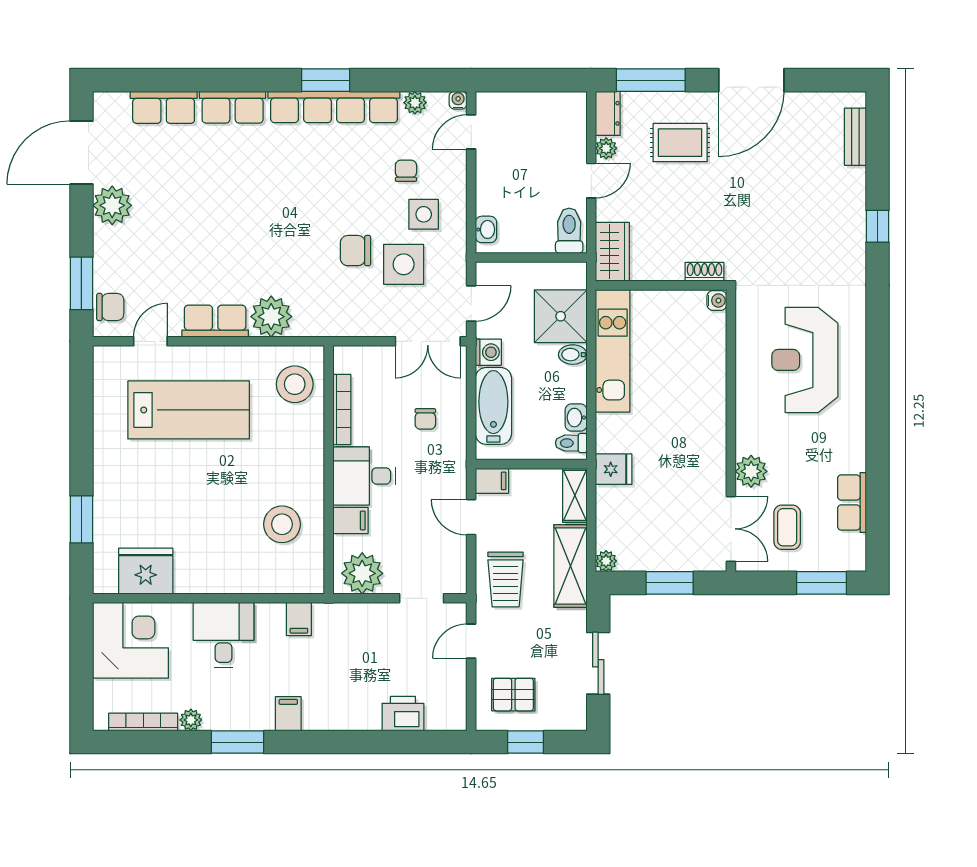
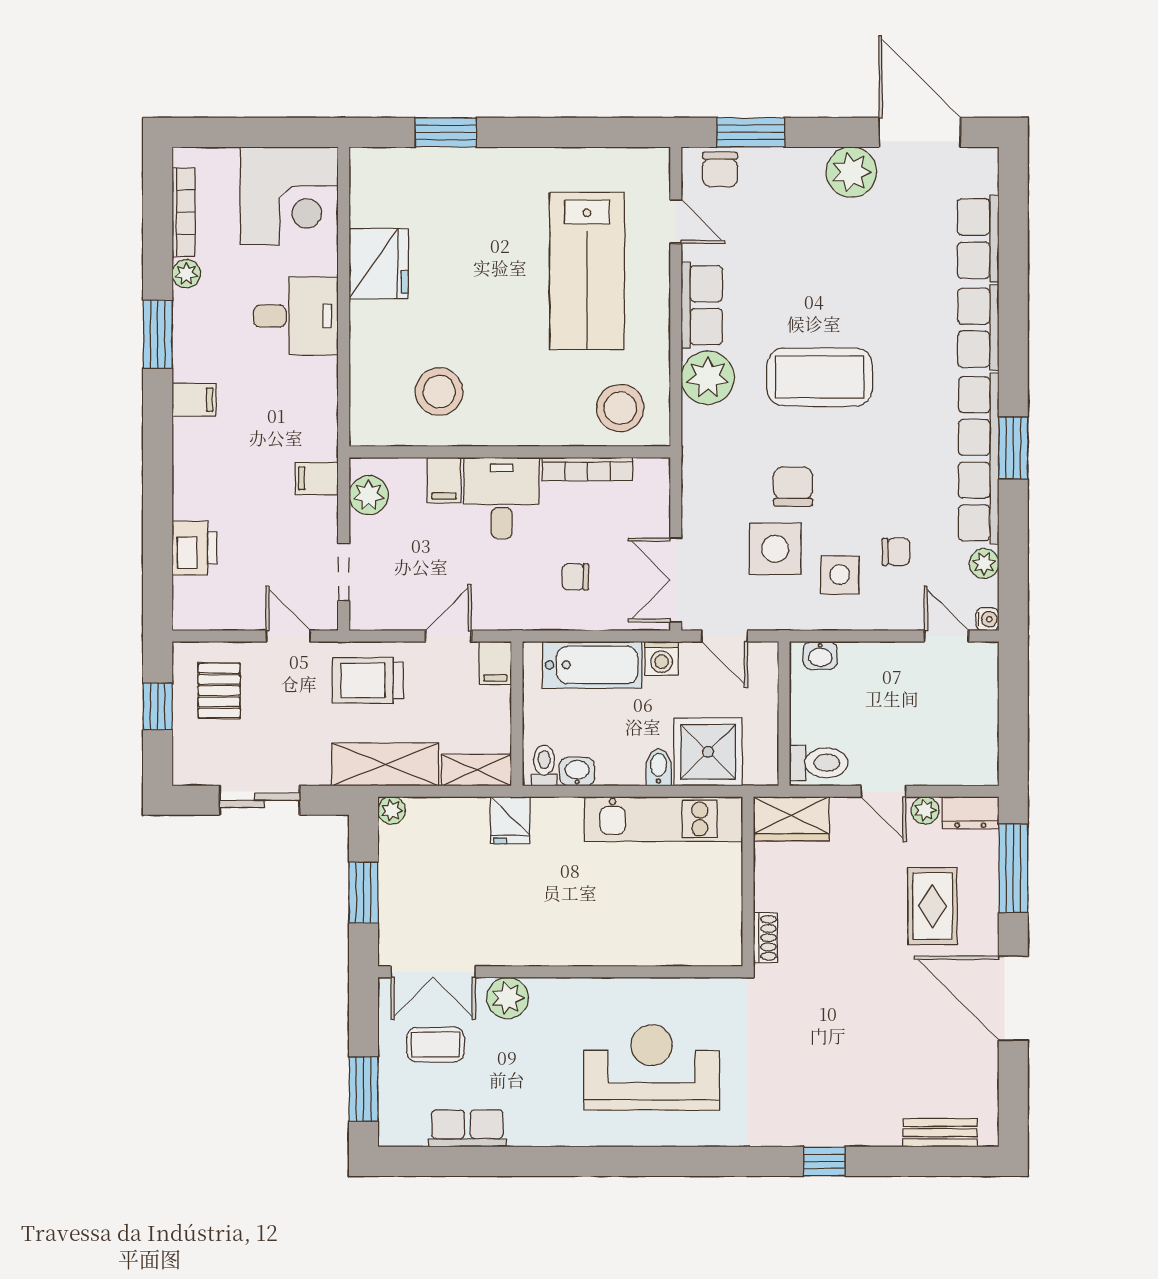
coffee table: (271, 230) -> (820, 377), added
water cooler: (717, 301) -> (728, 954), removed
fridge: (146, 571) -> (379, 264), moved
plant: (362, 573) -> (369, 495), width x0.73, depth x0.73
filing cabinet: (299, 619) -> (317, 478), moved

